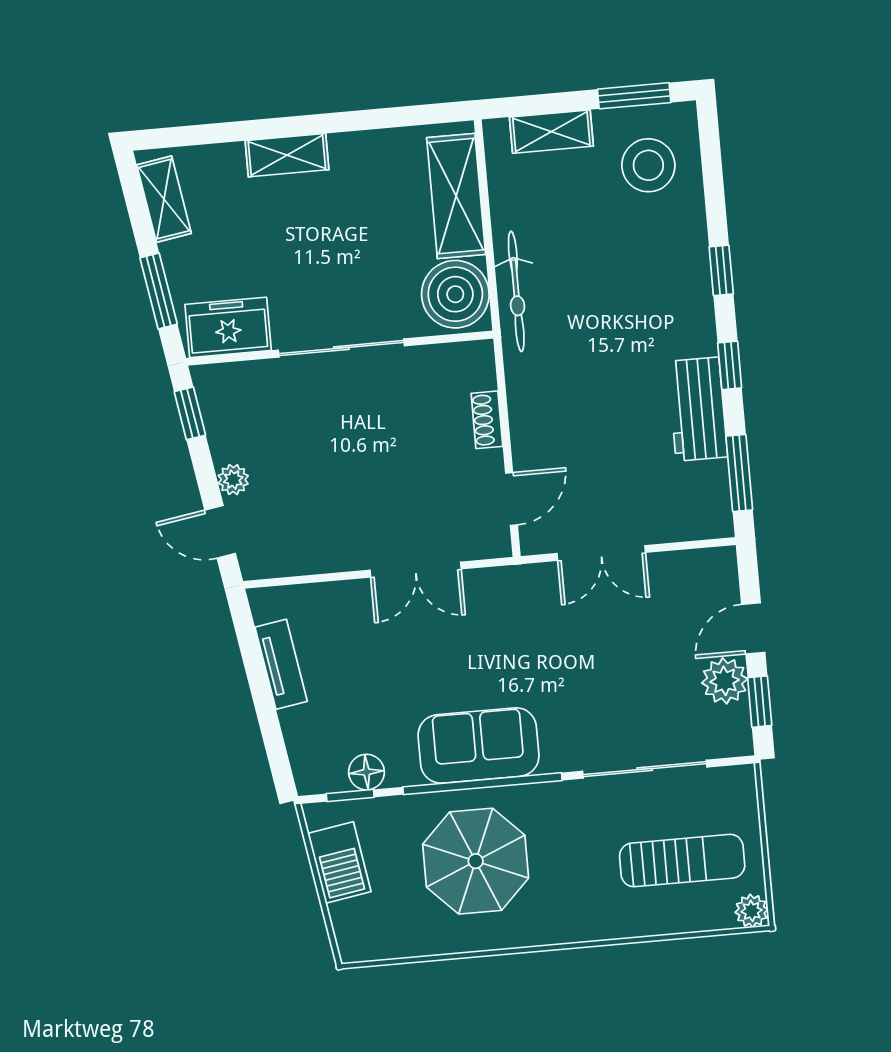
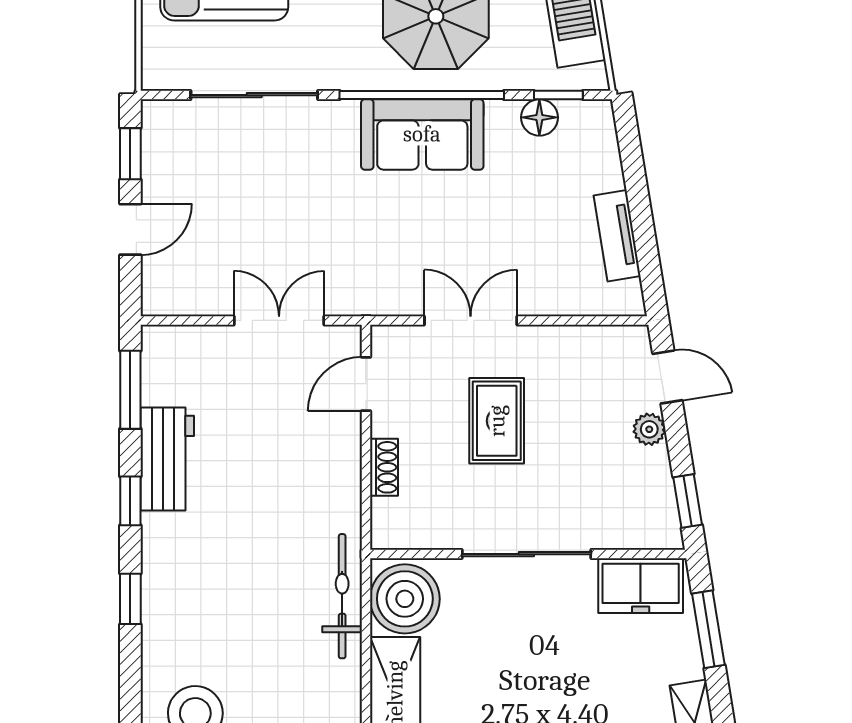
rug: (382, 475) -> (497, 421), added
plant: (725, 681) -> (164, 178), removed

